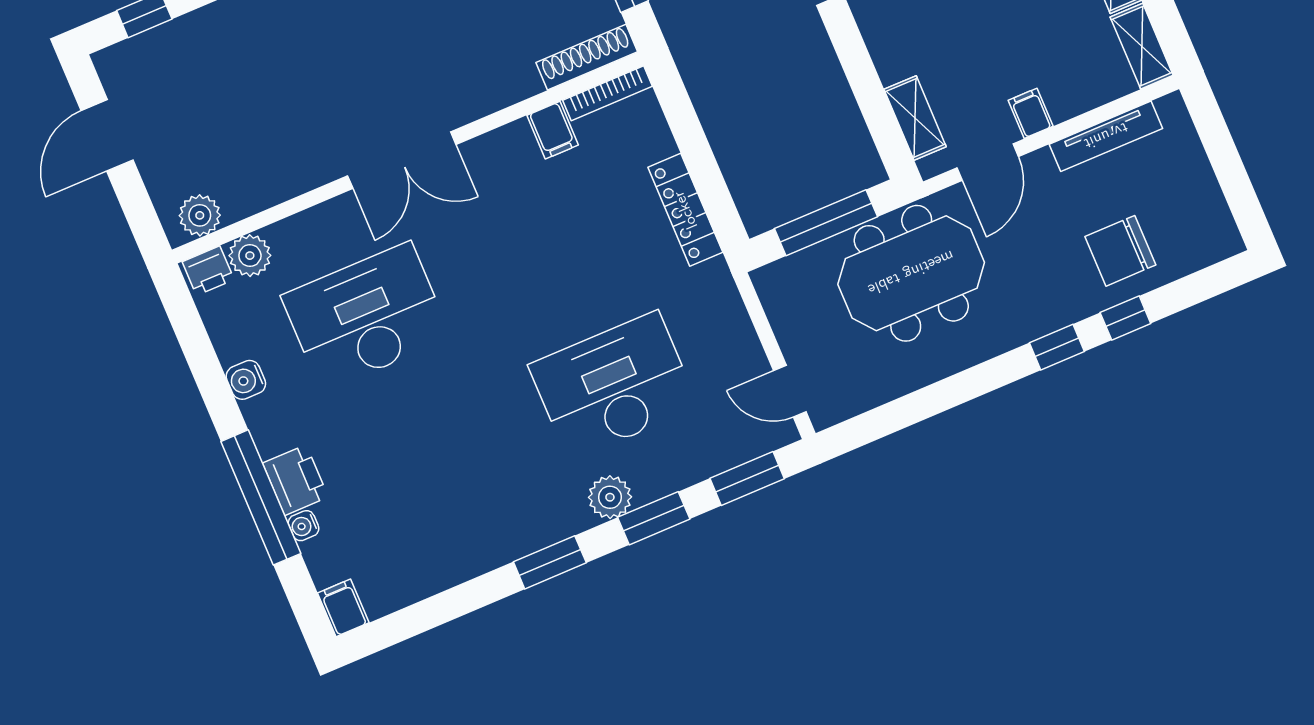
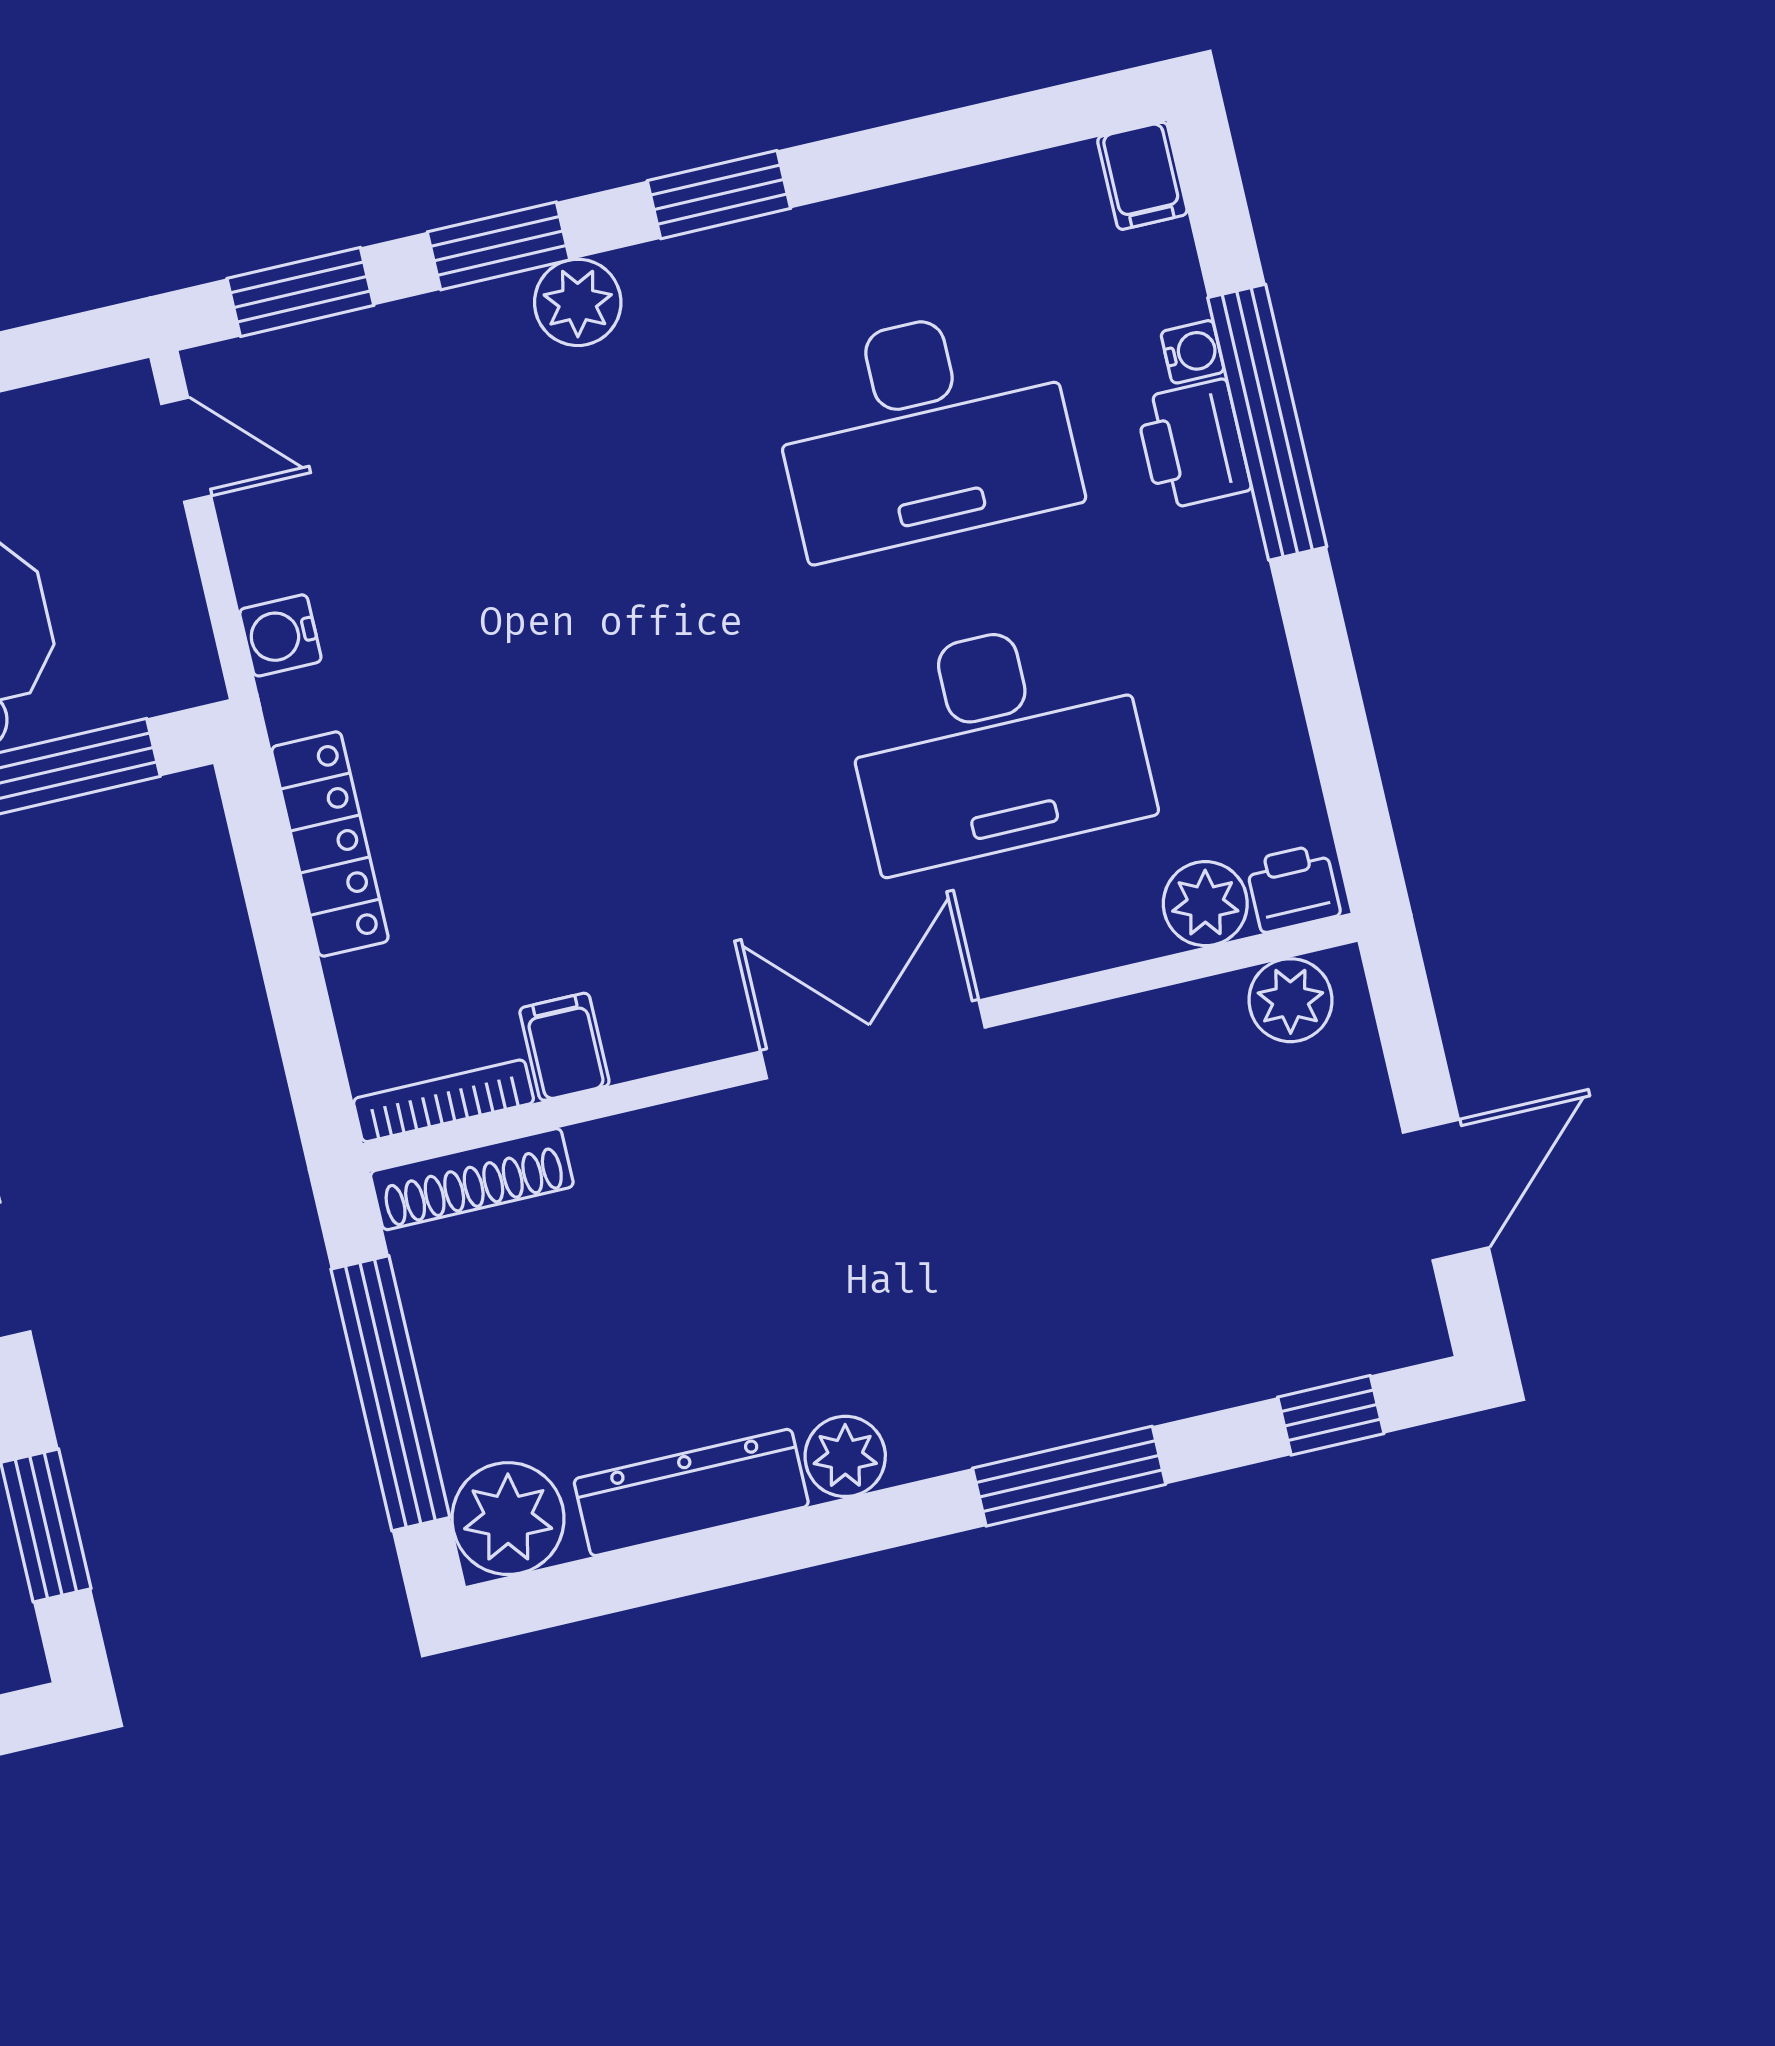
water cooler: (246, 380) -> (280, 635), moved, turned 180
desk: (613, 386) -> (924, 430), moved

